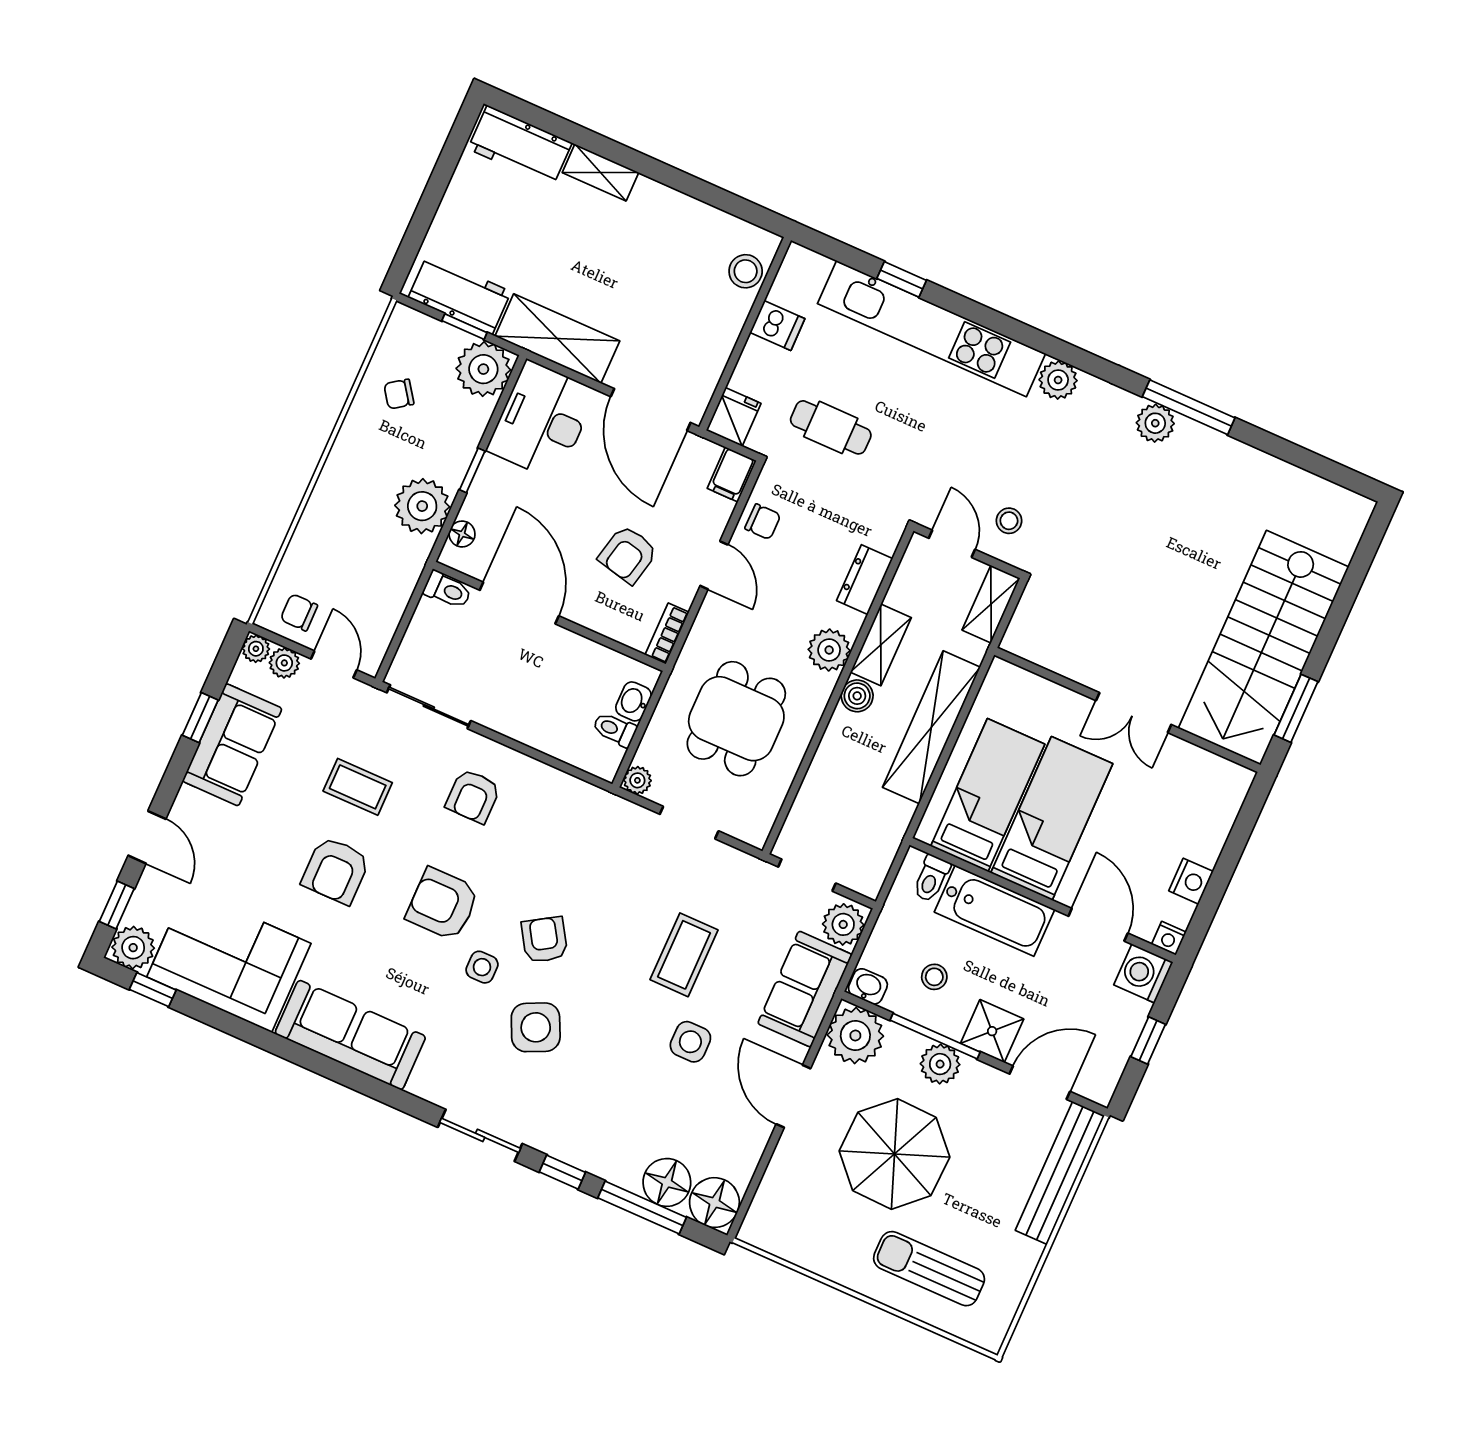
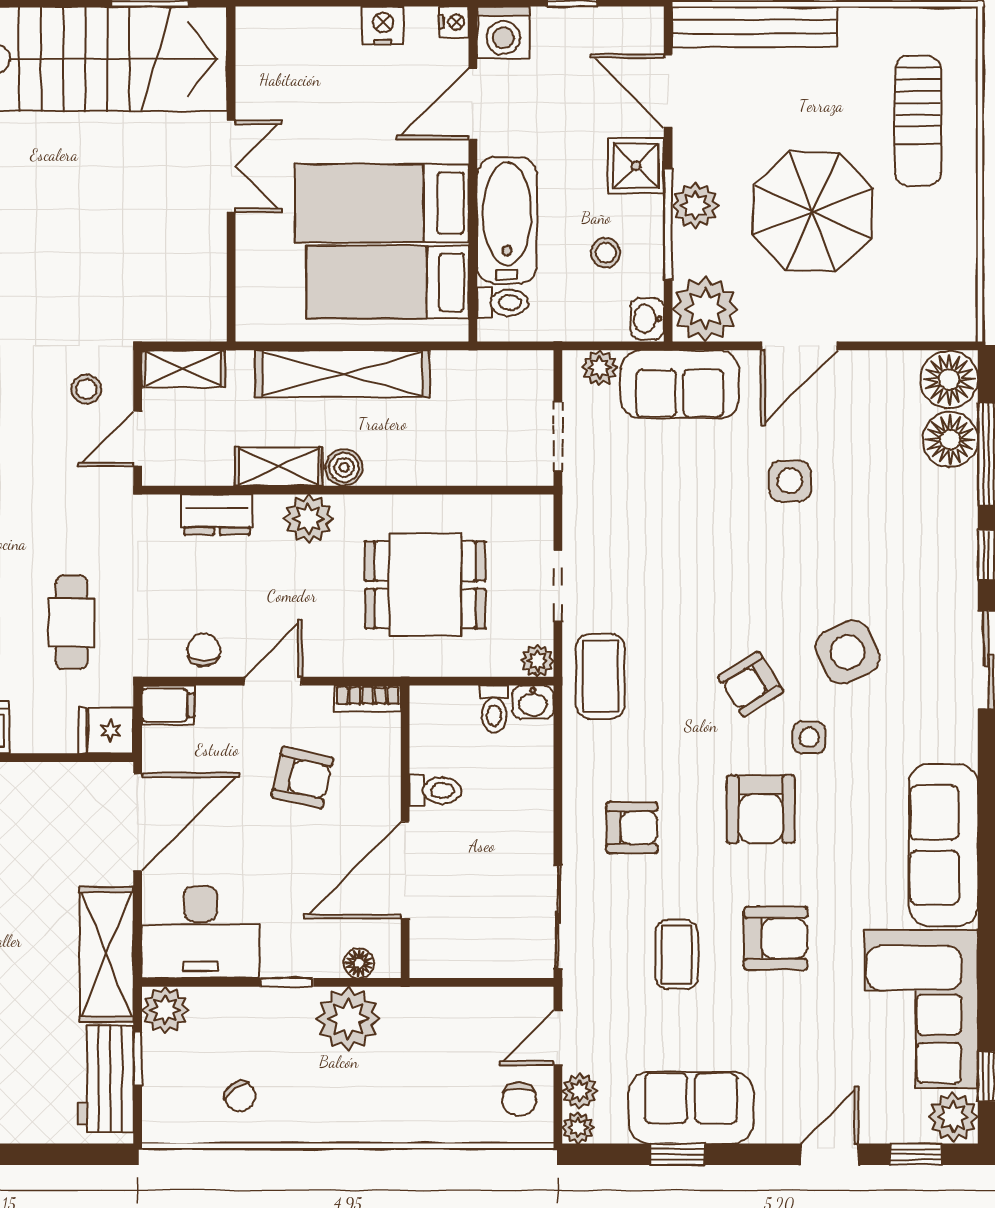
plant: (483, 369) -> (165, 1010), width x0.73, depth x0.73
toilet: (447, 590) -> (435, 791), moved, turned 90
washbasin: (633, 701) -> (533, 702), moved
plant: (843, 924) -> (600, 368), width x0.73, depth x0.73
coffee table: (684, 955) -> (600, 676), moved, turned 90

